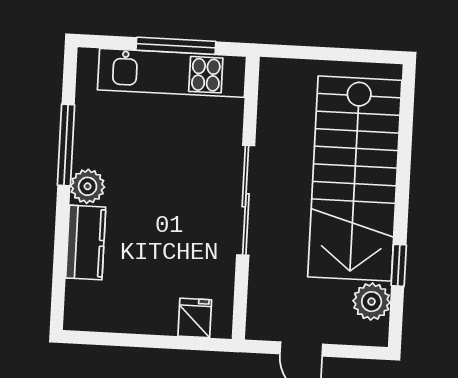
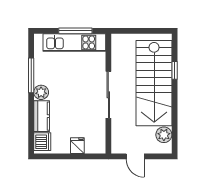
window: (399, 265) -> (175, 70), moved
dishwasher: (84, 303) -> (42, 142), added
fridge: (195, 318) -> (77, 146), moved

